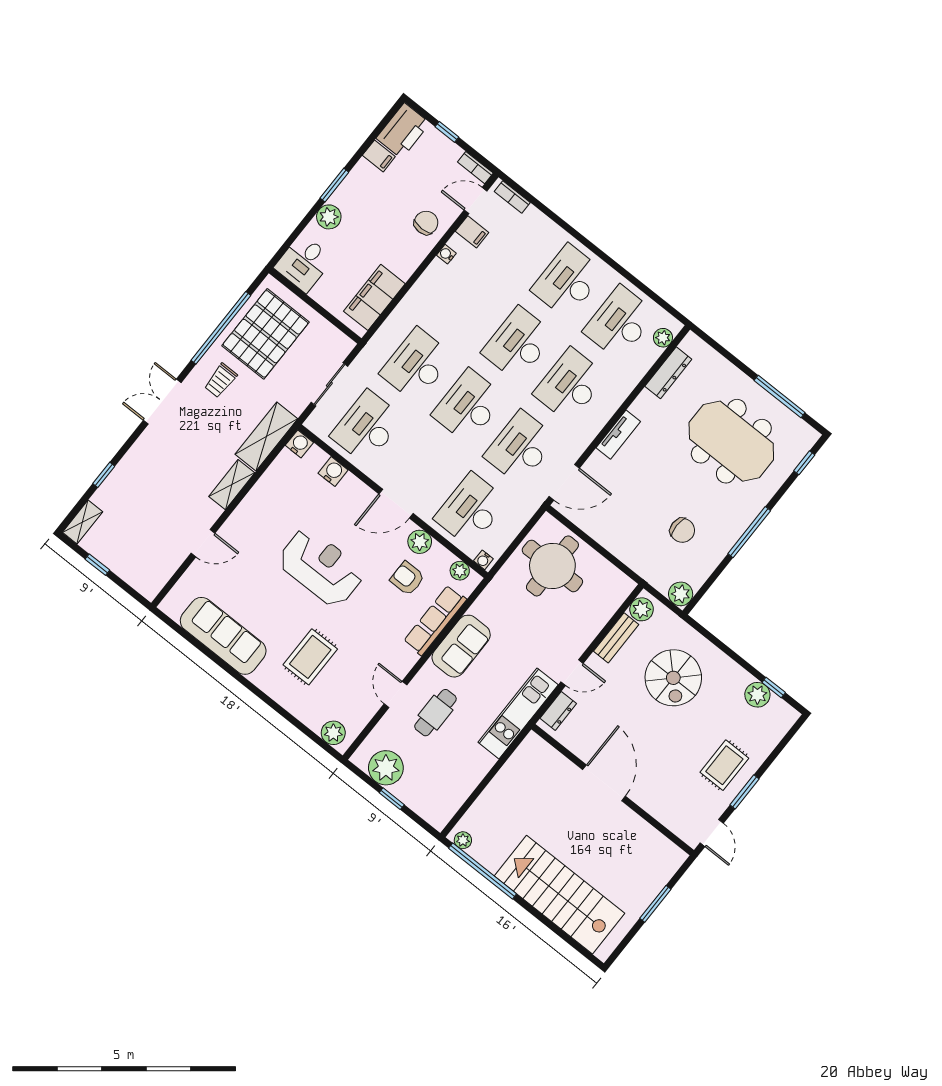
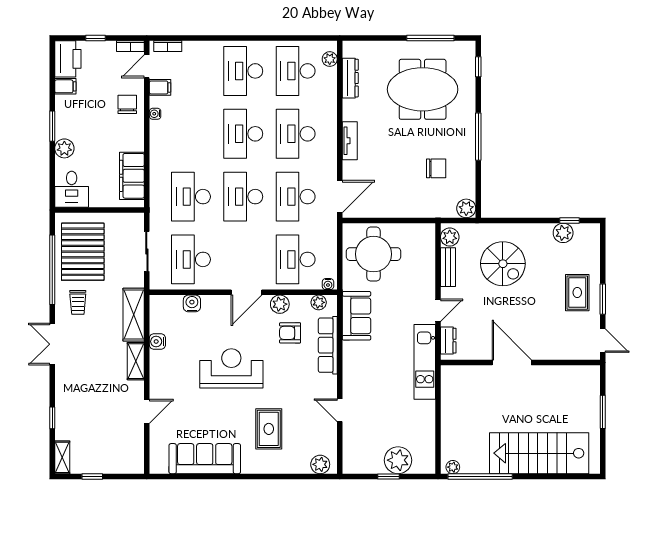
water cooler: (299, 444) -> (157, 341), moved, turned -90
sofa: (461, 646) -> (356, 316), moved
cafe table: (435, 713) -> (373, 402), removed
plant: (386, 768) -> (398, 460), moved

